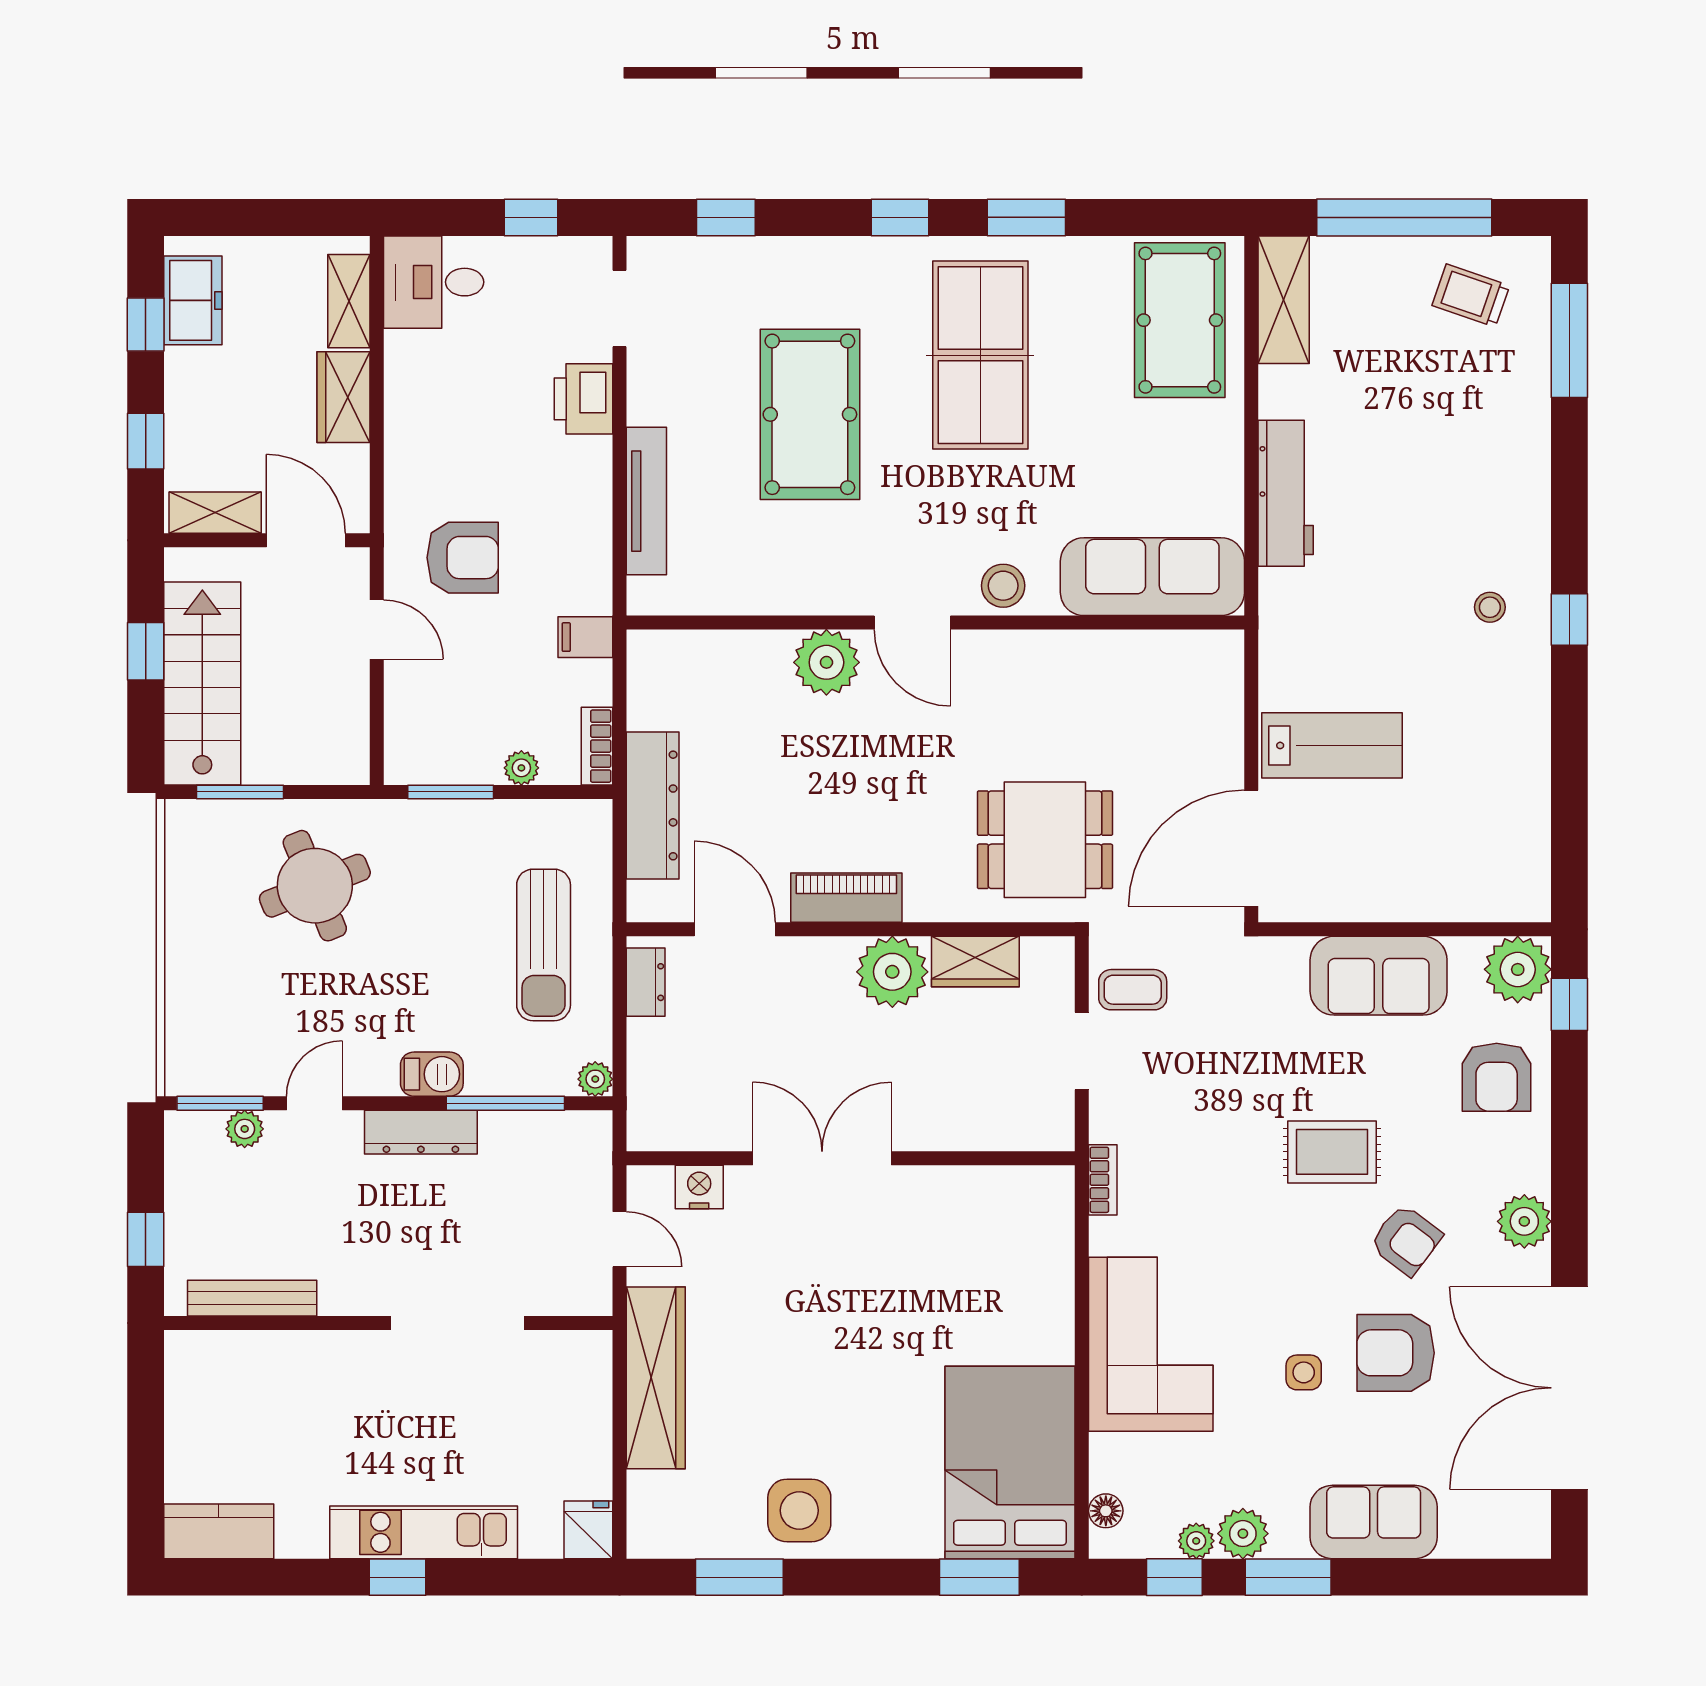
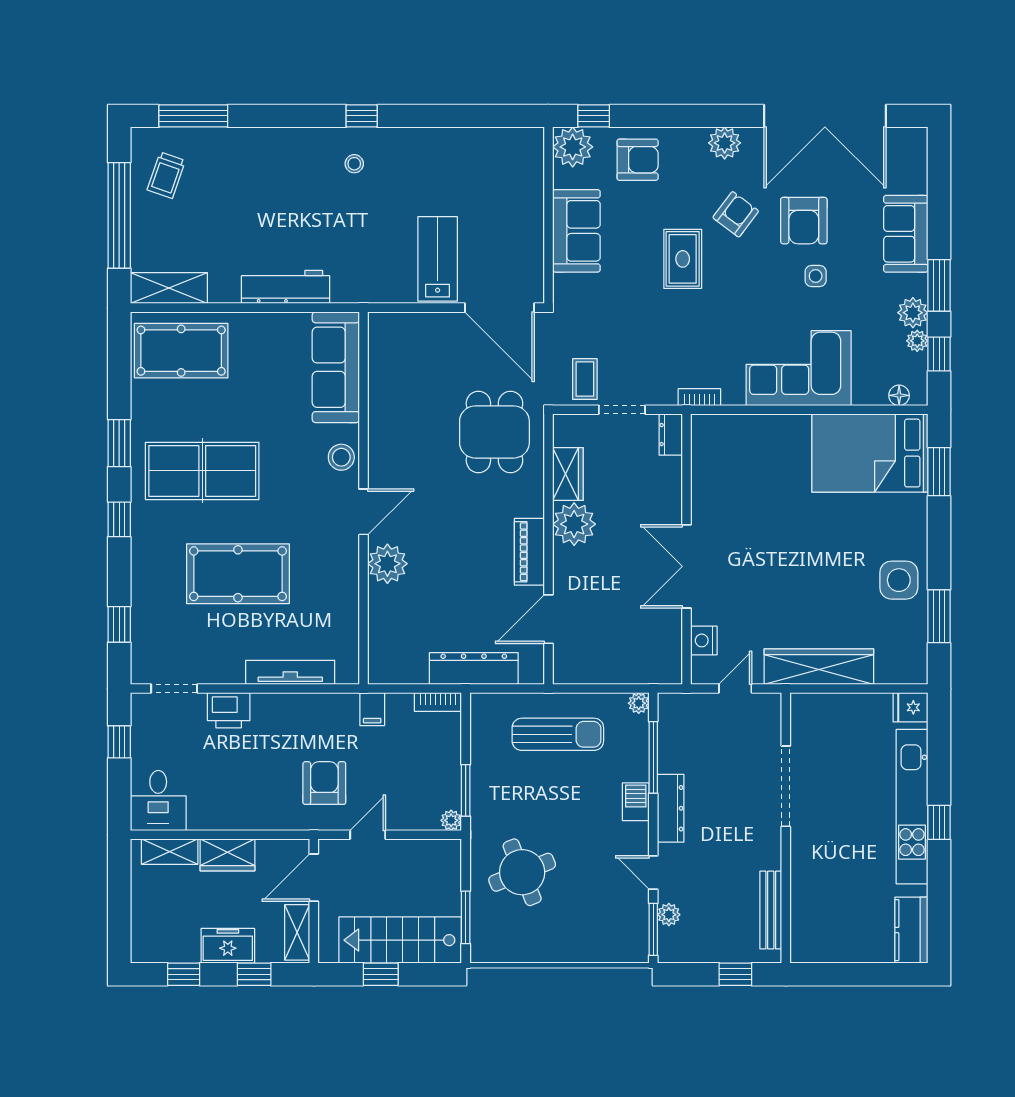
freezer: (193, 300) -> (228, 946), moved
plant: (521, 768) -> (451, 820), moved
dresser: (646, 982) -> (671, 435), moved, turned -90
kitchen unit: (424, 1532) -> (912, 807), width x1.36

